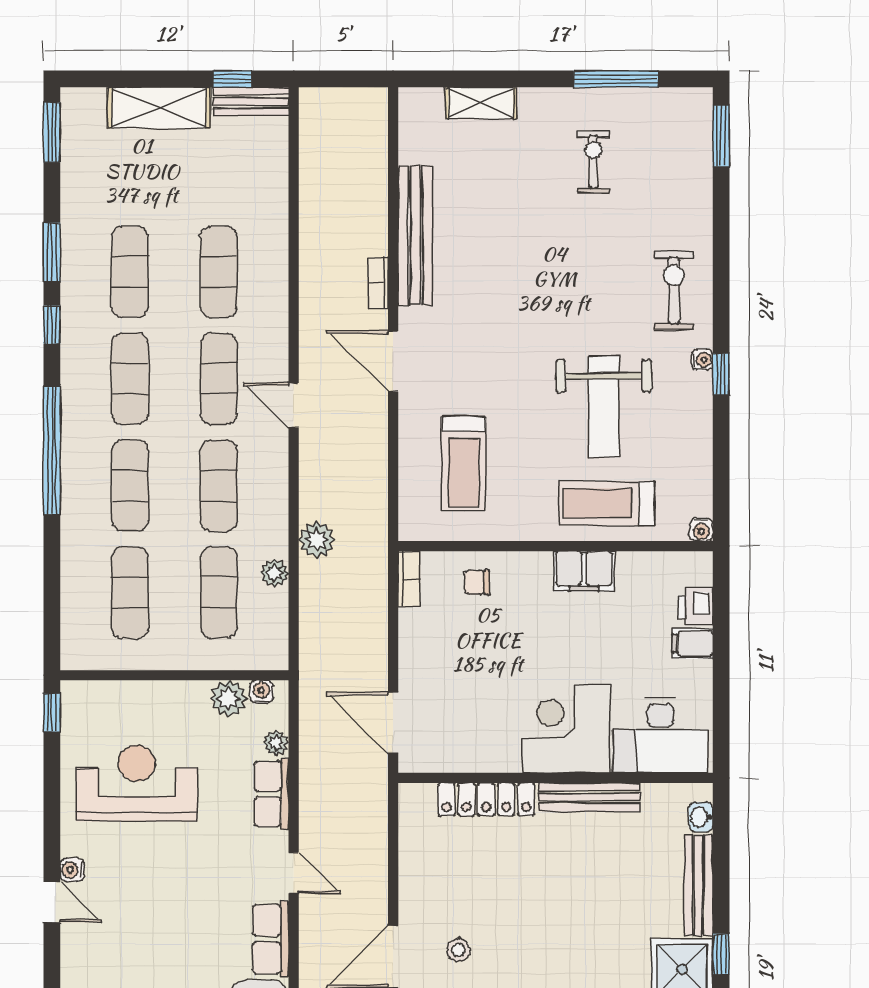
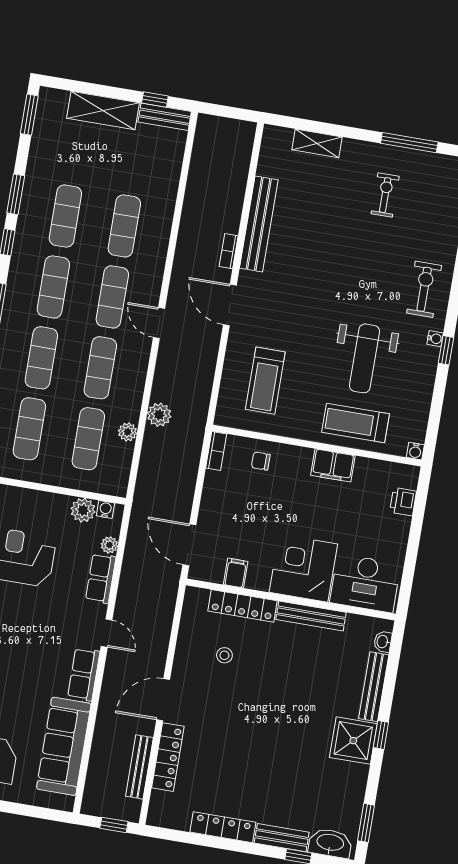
filing cabinet: (693, 643) -> (236, 573), moved, turned 90
stool: (458, 950) -> (224, 655), moved

